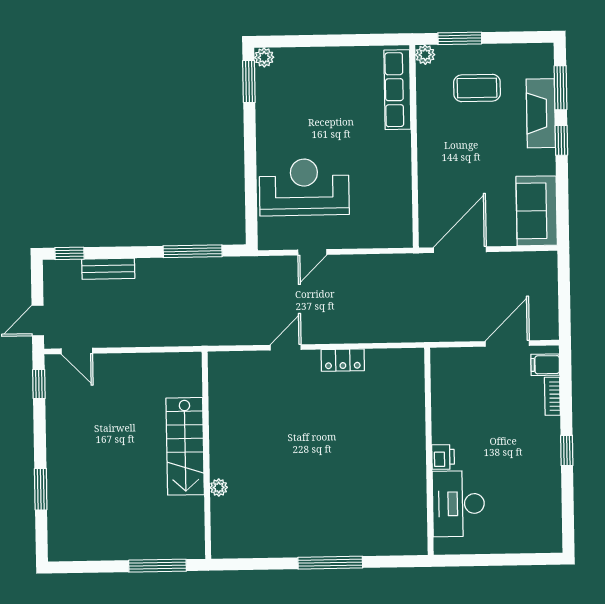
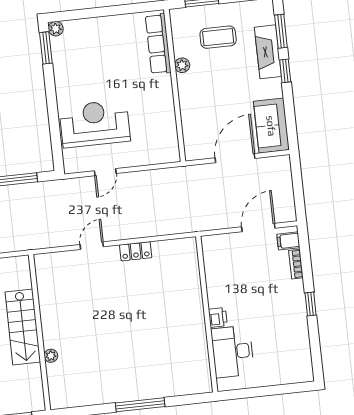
plant: (425, 55) -> (182, 65), moved
door: (460, 250) -> (235, 158), moved

